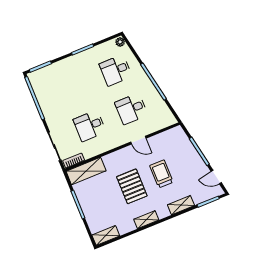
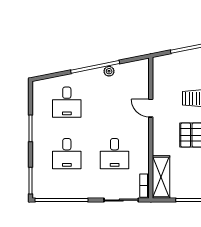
plant: (120, 42) -> (109, 71), moved
desk: (131, 109) -> (67, 154), moved
door: (138, 140) -> (151, 108), swing flipped

